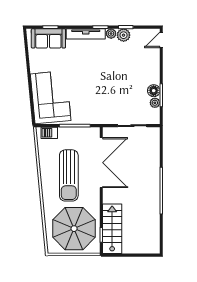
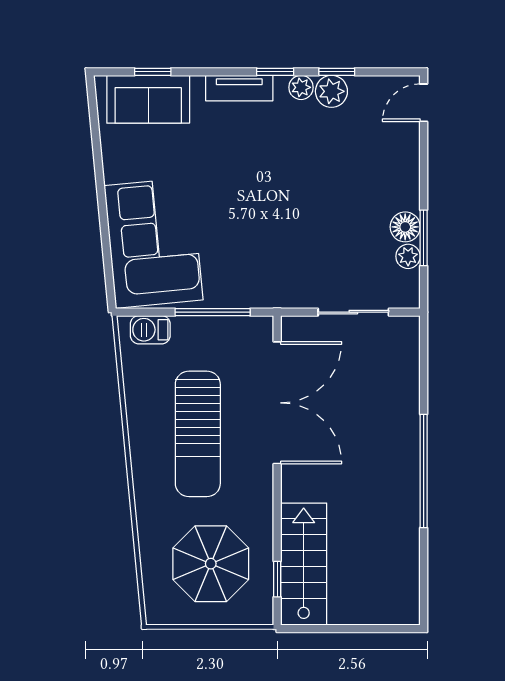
tv unit: (86, 34) -> (239, 88), width x0.71
parasol: (74, 229) -> (211, 564), width x0.73, depth x0.73

